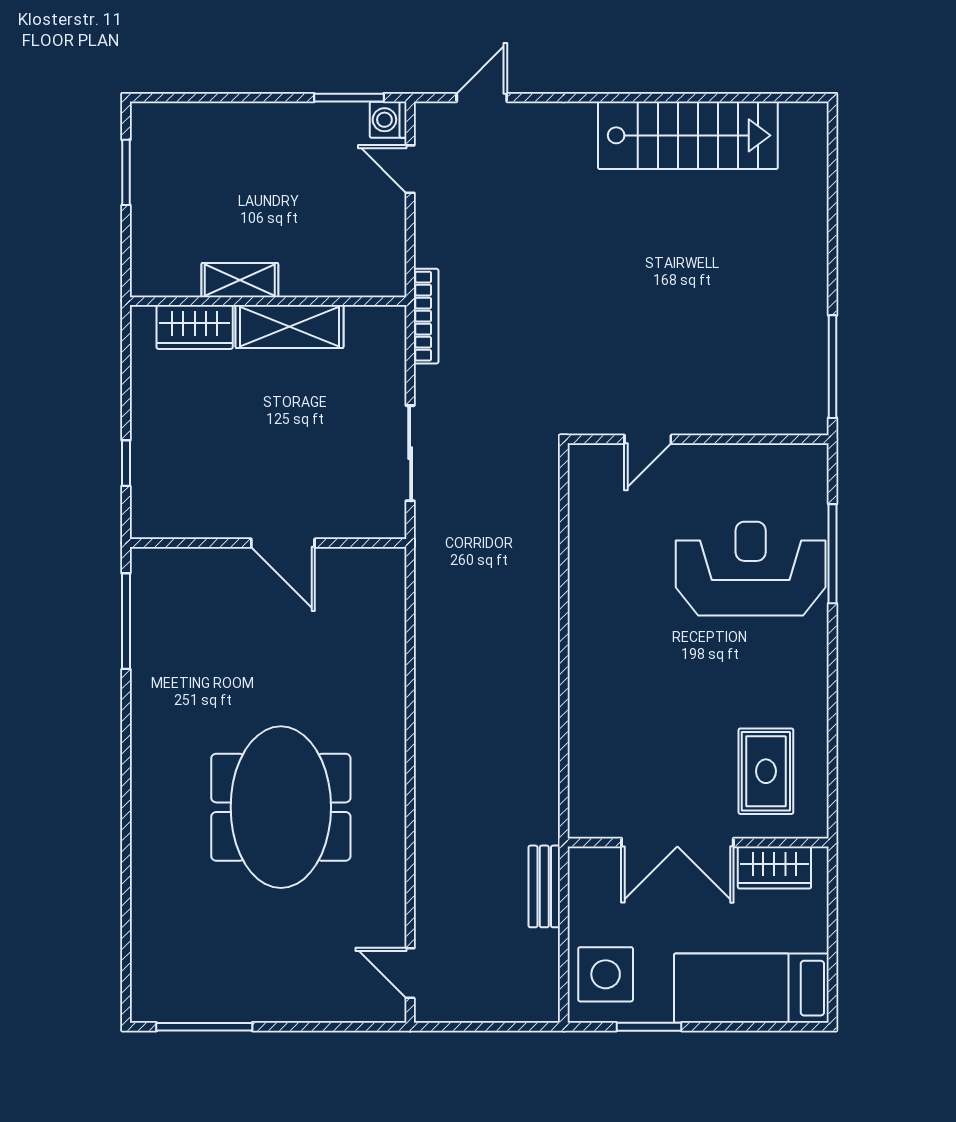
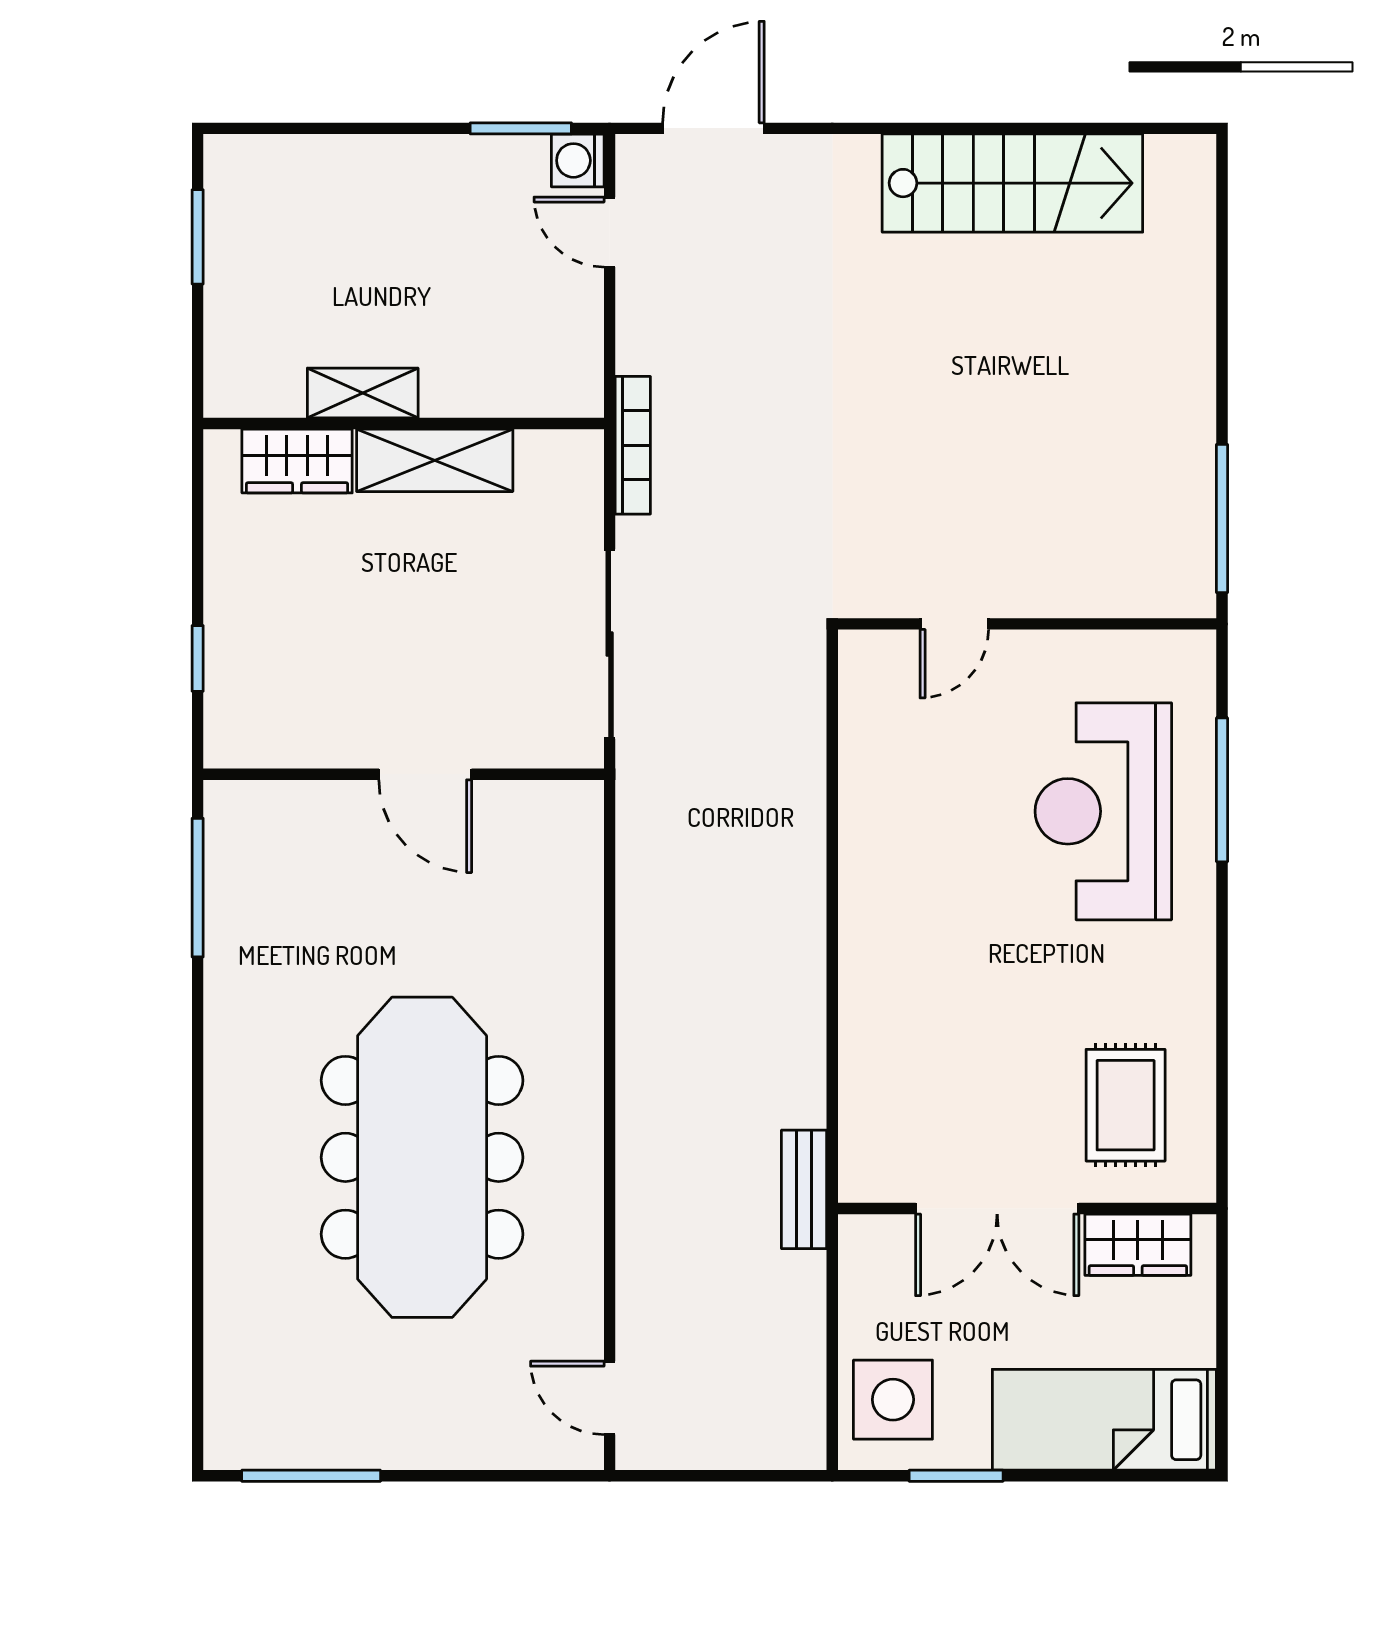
door: (482, 98) -> (713, 128), width x1.38
sliding door: (410, 453) -> (610, 644), width x1.37
reception desk: (751, 569) -> (1103, 811), turned -90
meeting table: (281, 807) -> (422, 1157), width x1.36
bench: (544, 886) -> (804, 1189), moved

